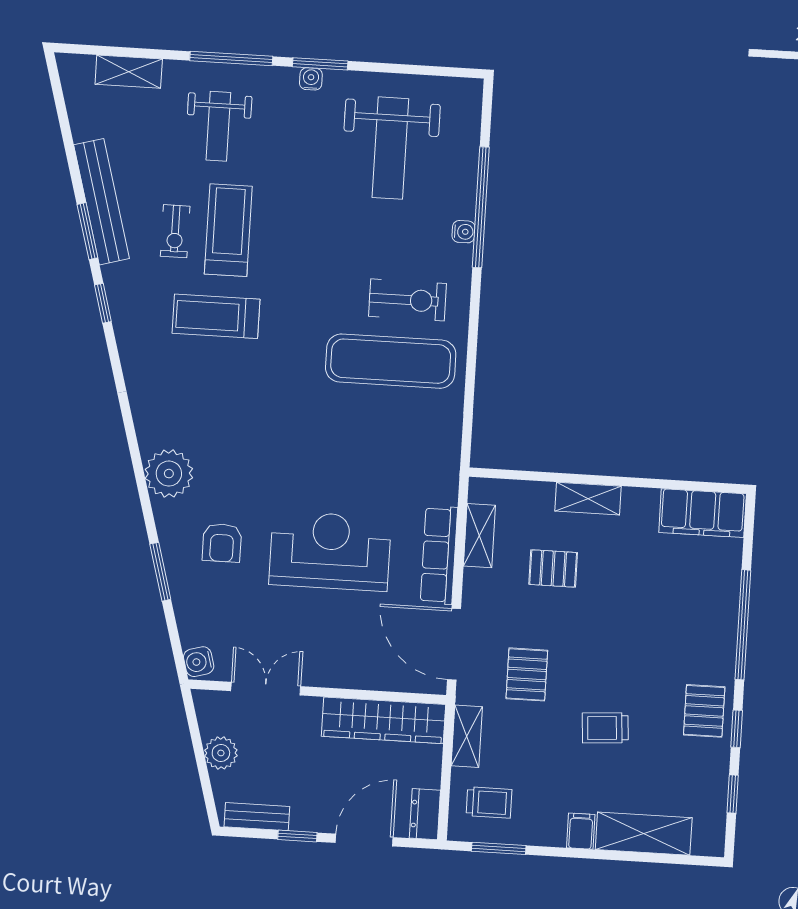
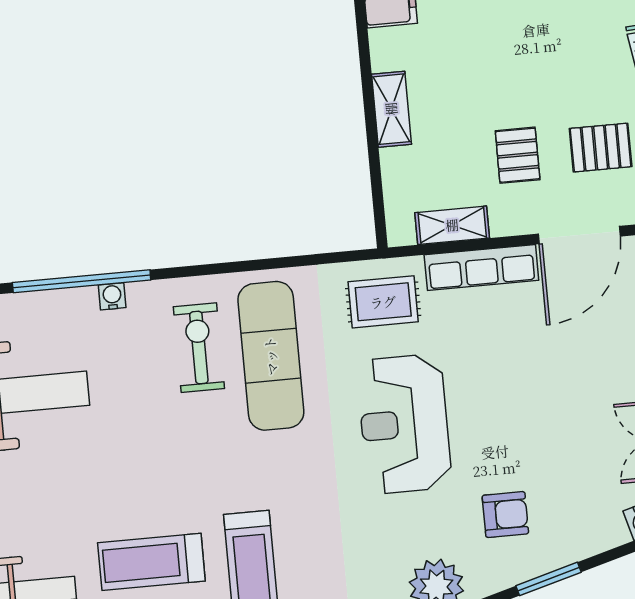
rug: (422, 466) -> (383, 302), added
reception desk: (330, 551) -> (404, 424), moved
pallet: (553, 568) -> (518, 155), moved

